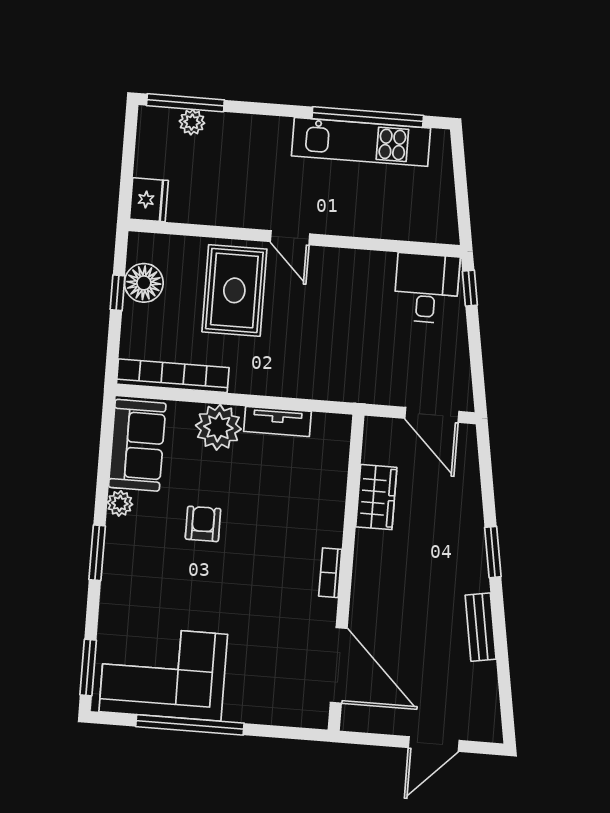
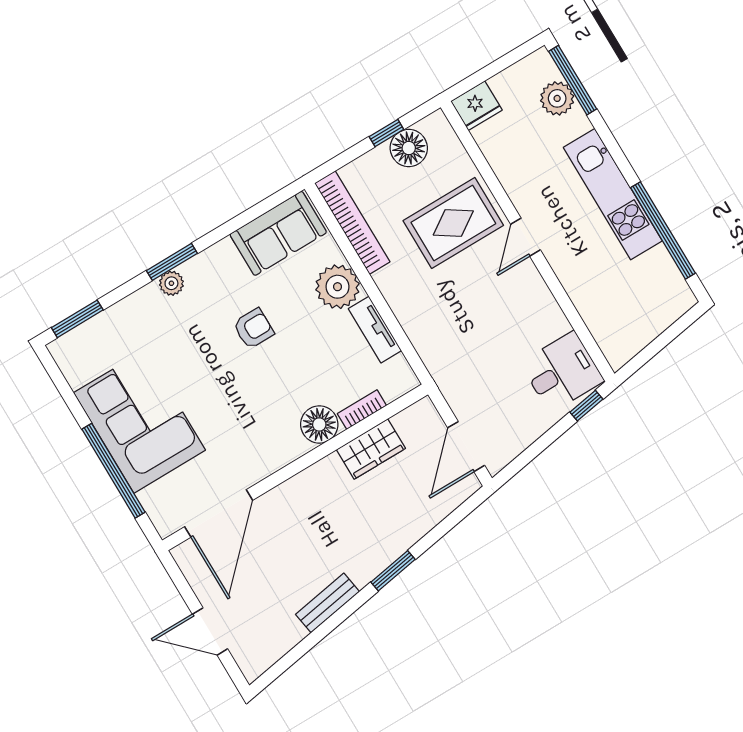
plant: (192, 122) -> (557, 98), width x1.38, depth x1.38
kitchen unit: (361, 142) -> (613, 194), moved
plant: (120, 503) -> (171, 283), moved
floor lamp: (324, 526) -> (319, 424), added
bookcase: (330, 573) -> (362, 410), moved
corner sofa: (163, 673) -> (139, 421), moved
window: (190, 725) -> (113, 471), moved

